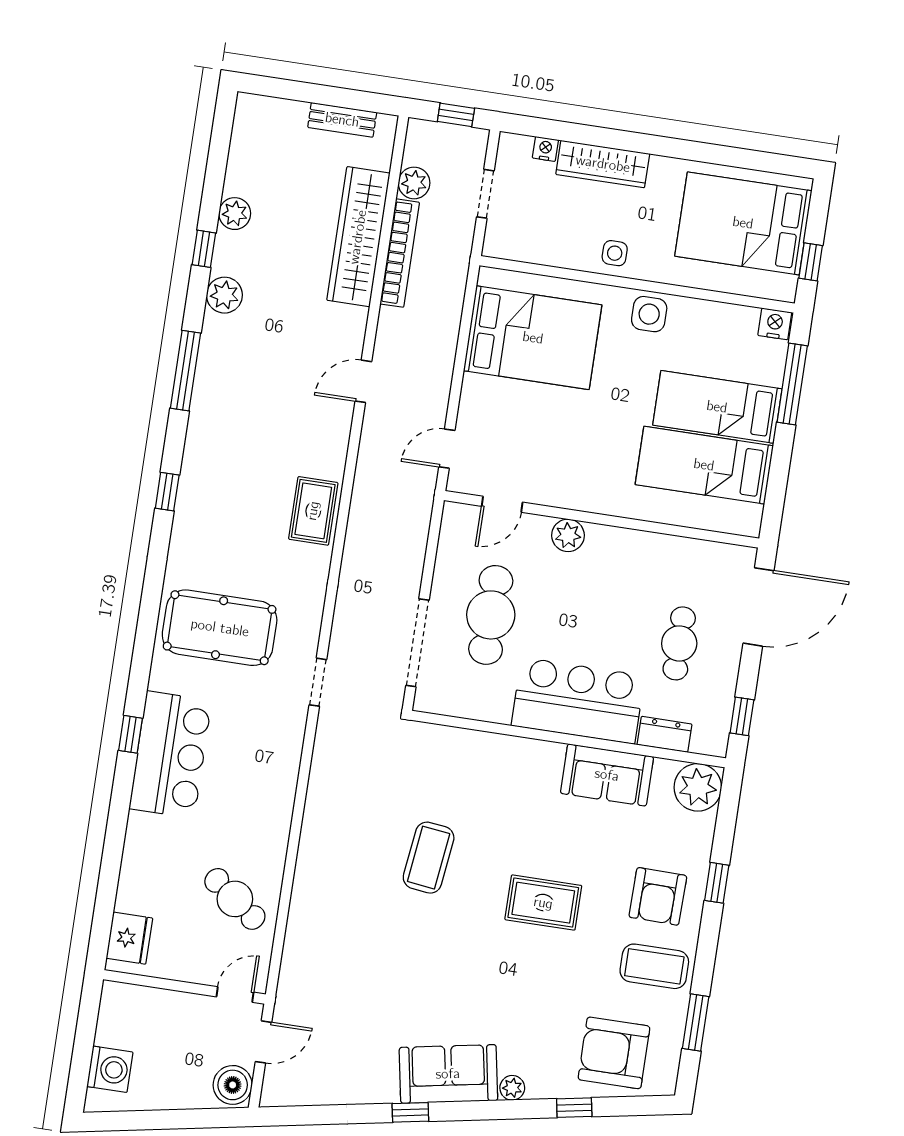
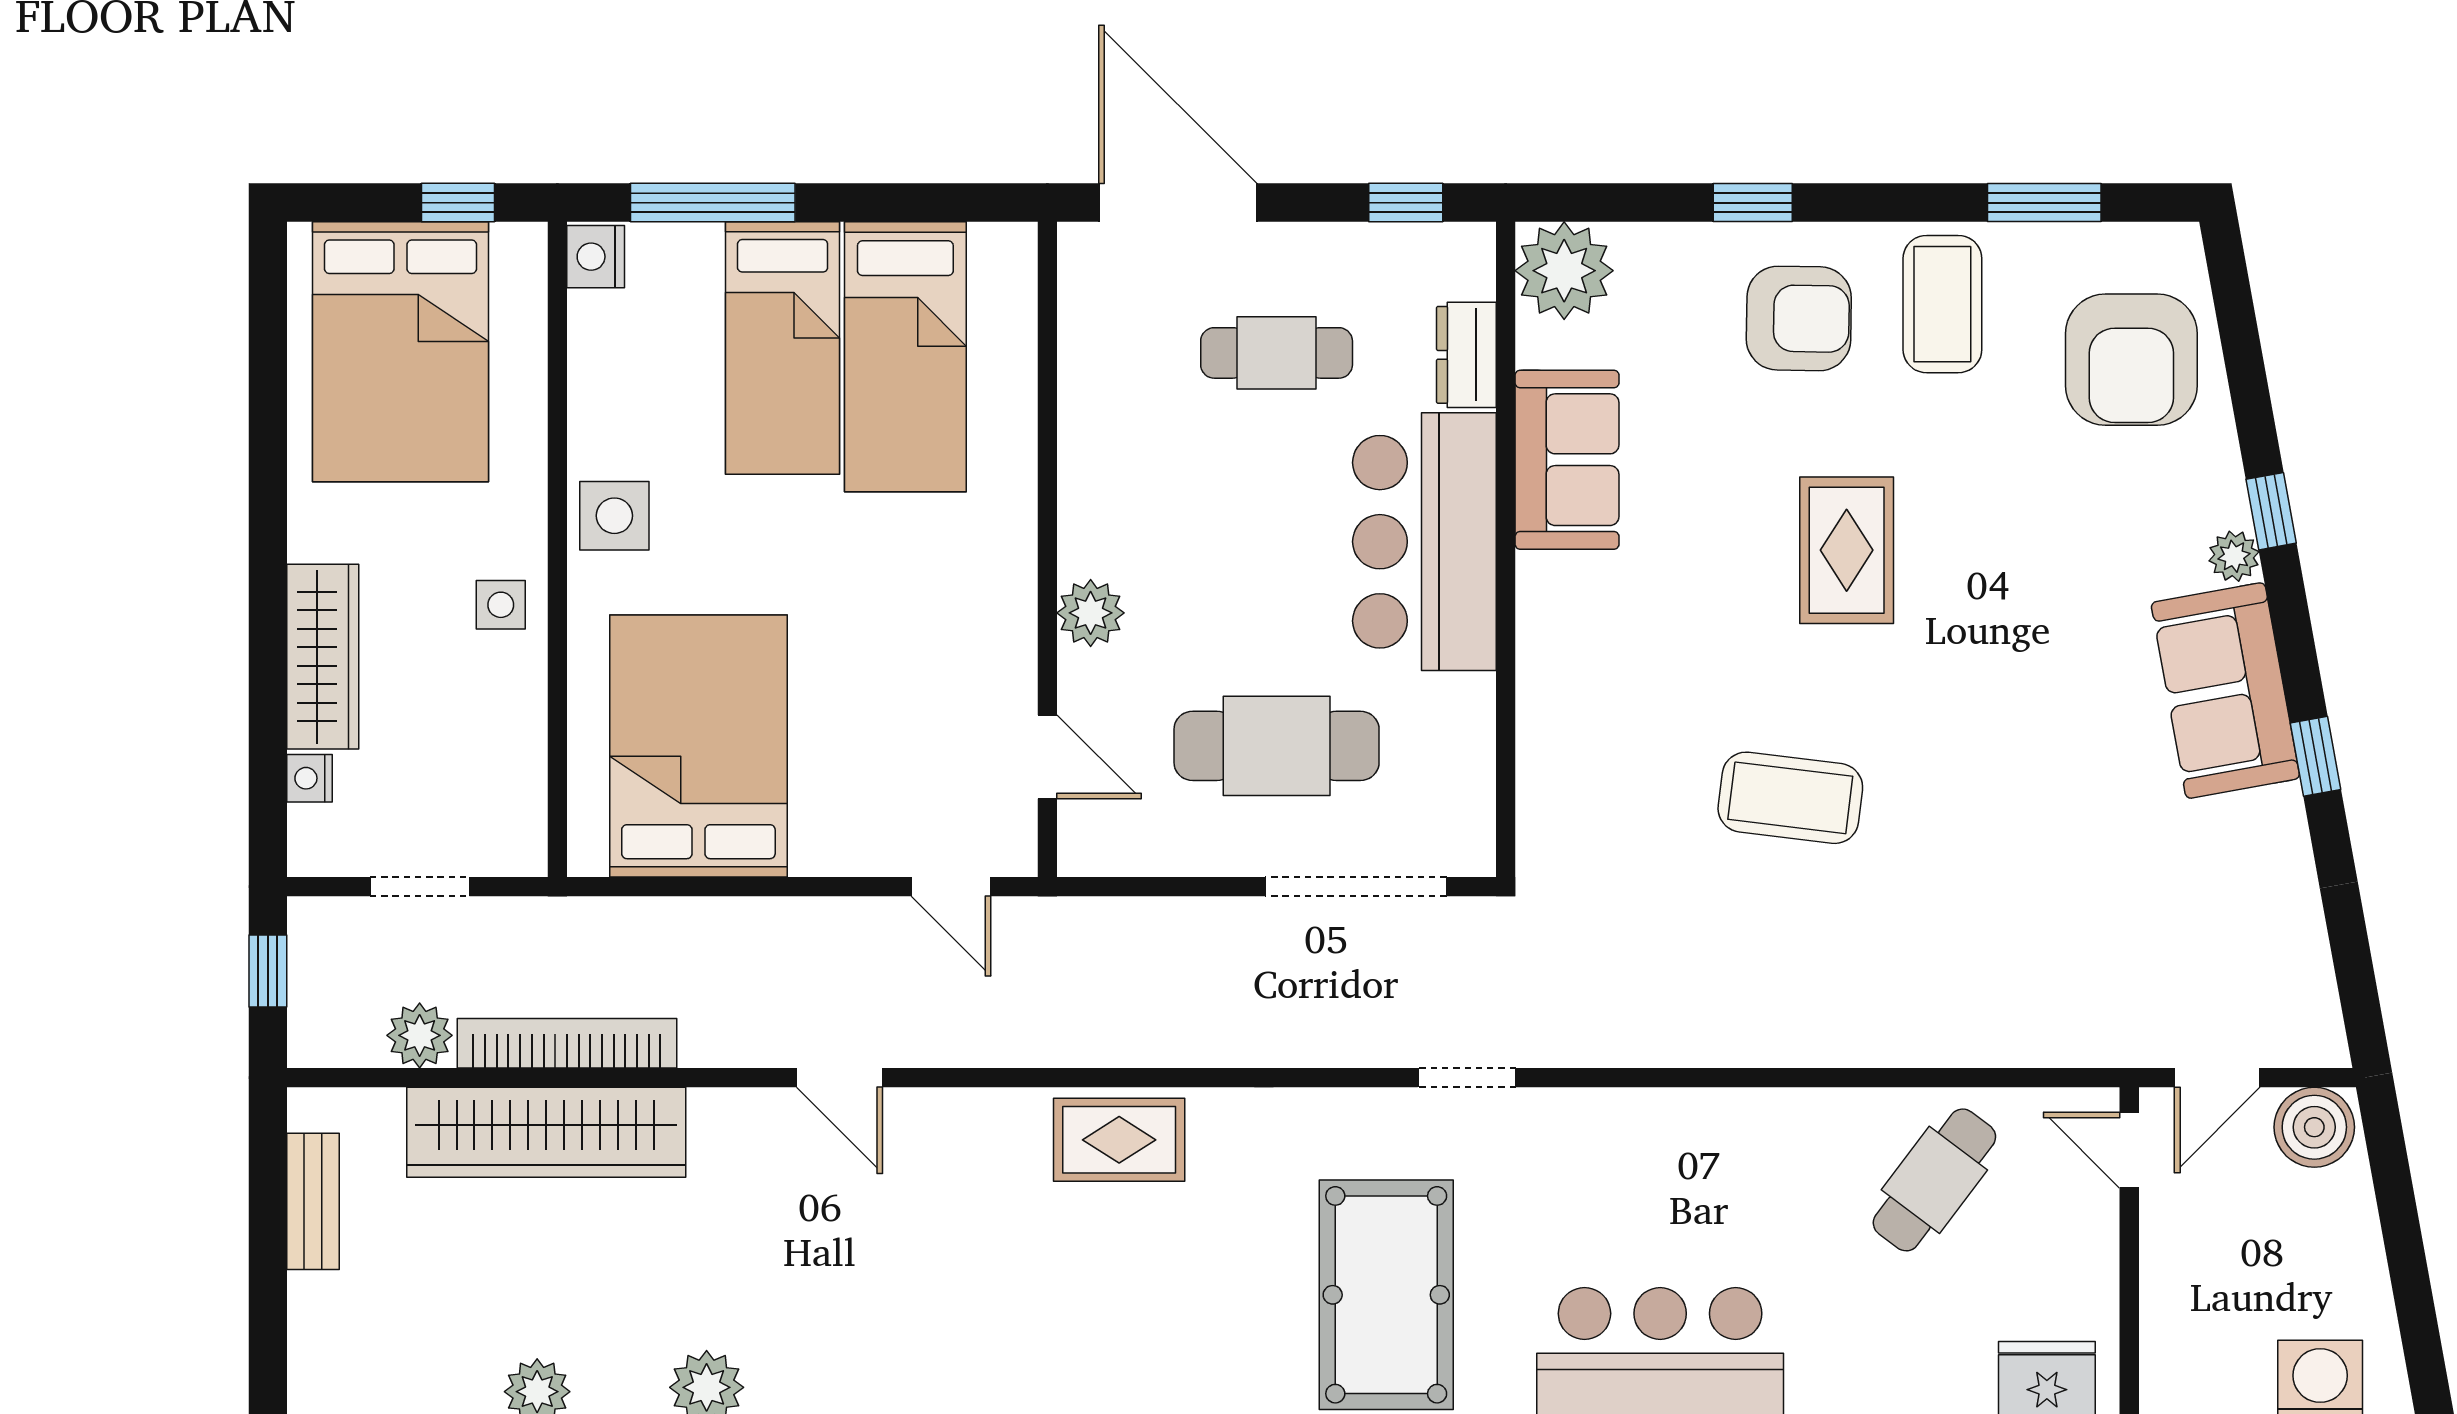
door: (263, 1042) -> (2217, 1078), swing flipped
window: (574, 1108) -> (2271, 511), moved

